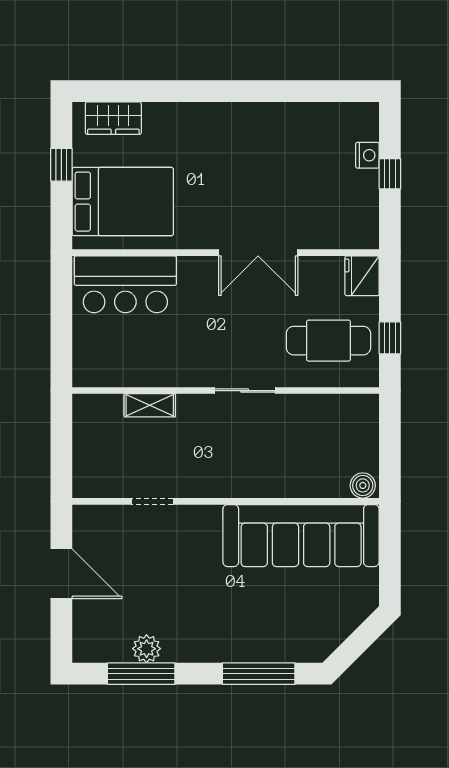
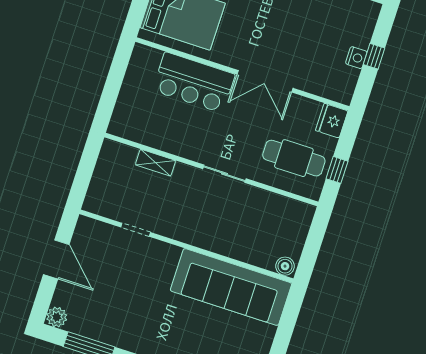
nightstand: (367, 155) -> (356, 58), moved
bar counter: (125, 284) -> (194, 82), moved
plant: (147, 649) -> (57, 317), moved

